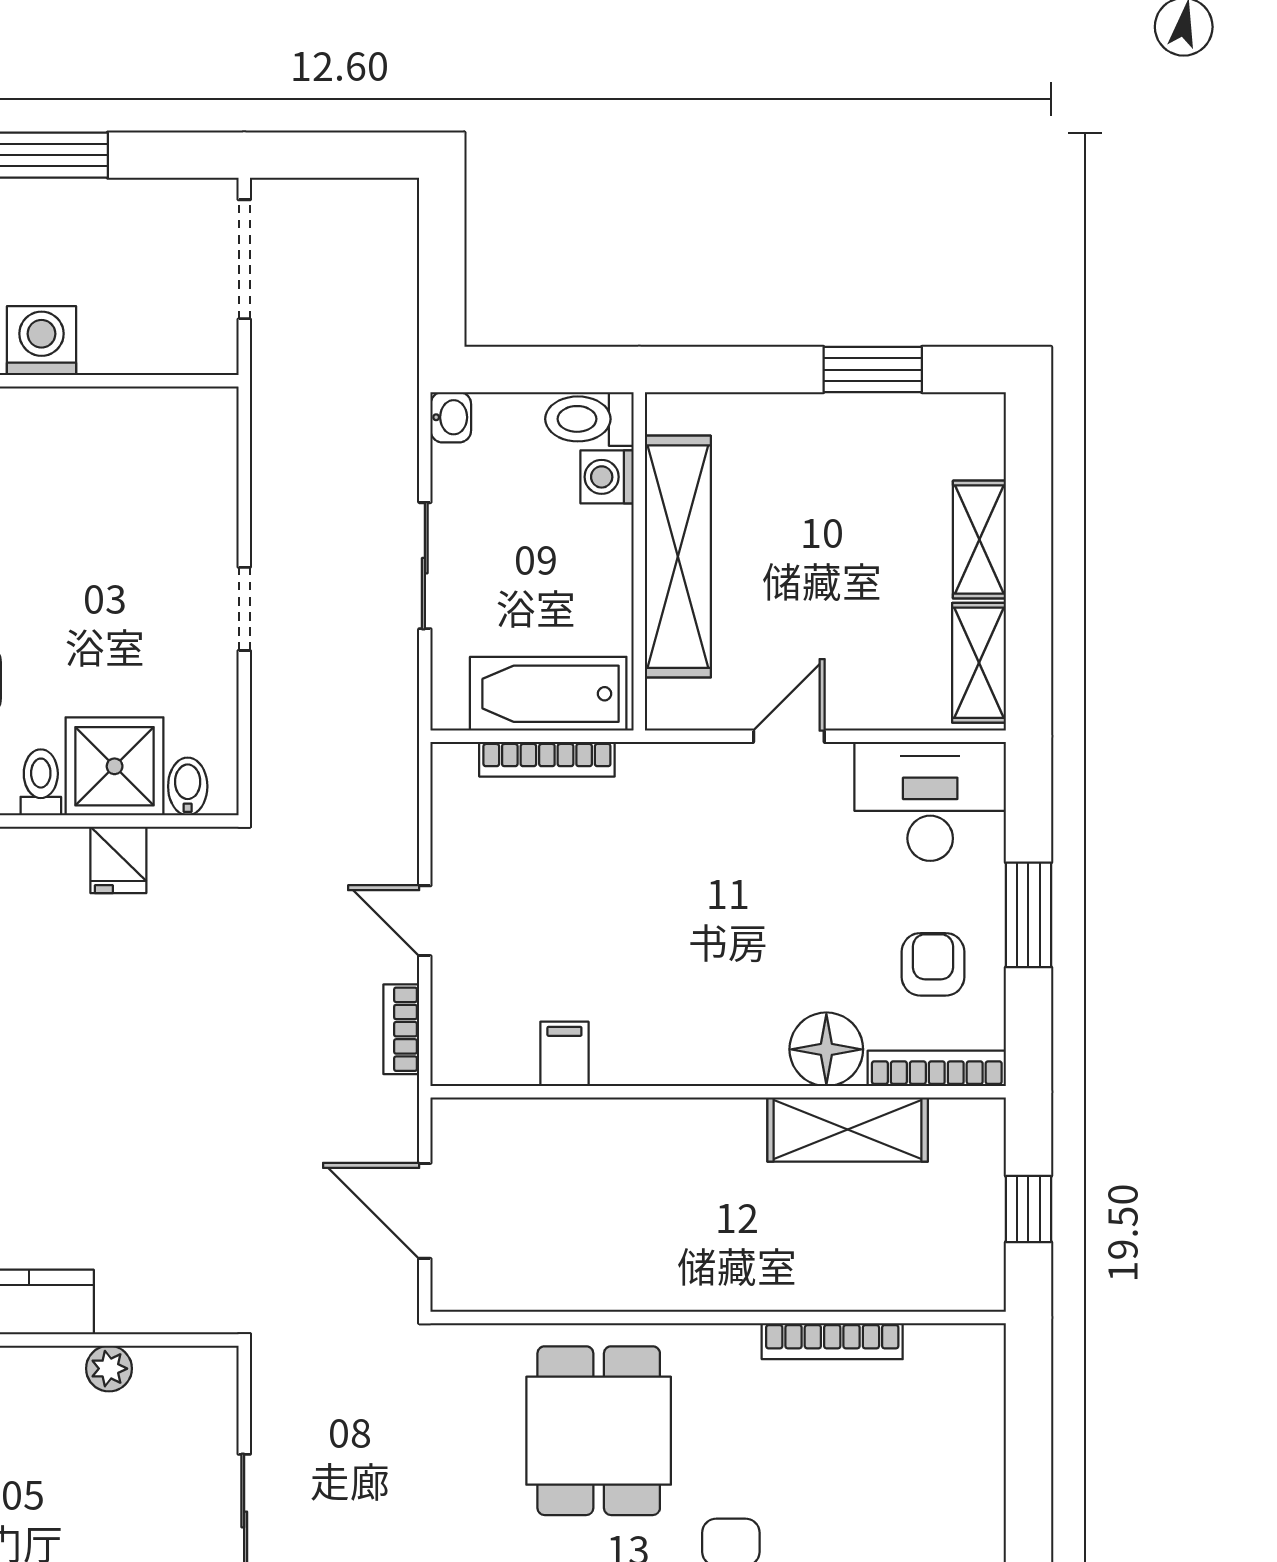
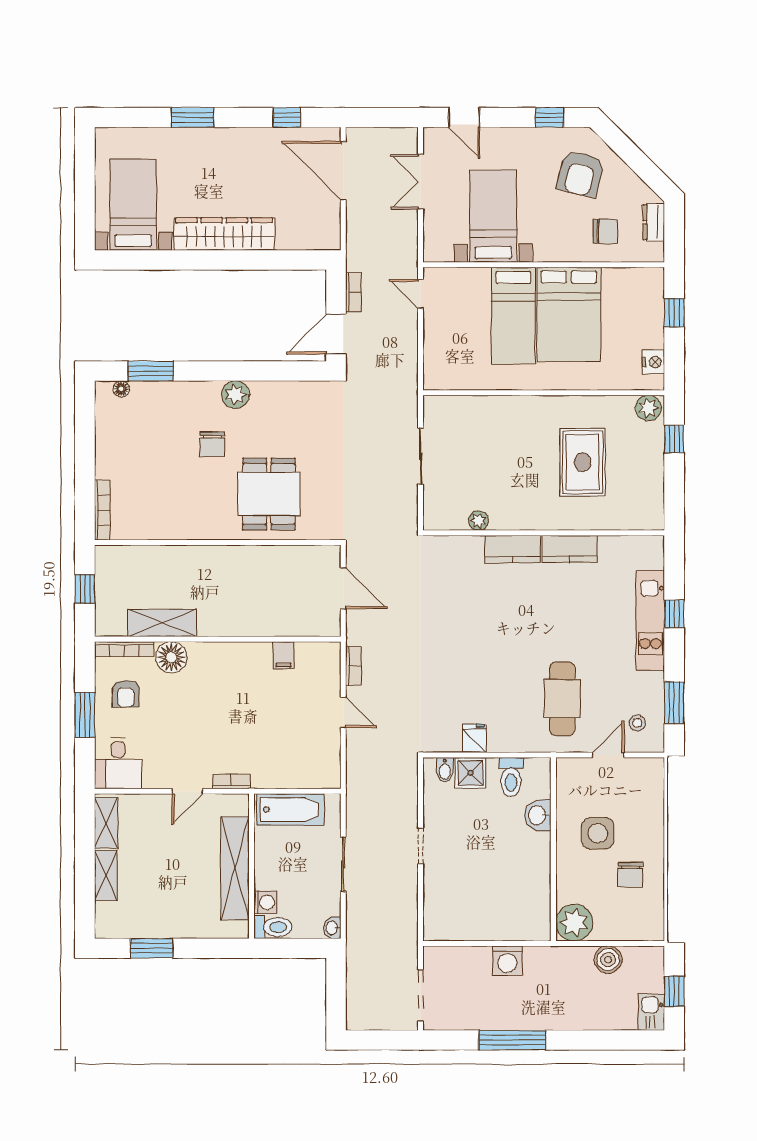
bookcase: (547, 759) -> (232, 781), moved, width x0.64
shower: (115, 766) -> (471, 773), width x0.73, depth x0.73
toilet: (41, 782) -> (511, 777), width x1.37, depth x1.39
desk: (930, 801) -> (118, 763), width x0.73
bookcase: (832, 1341) -> (102, 510), moved, turned 90

